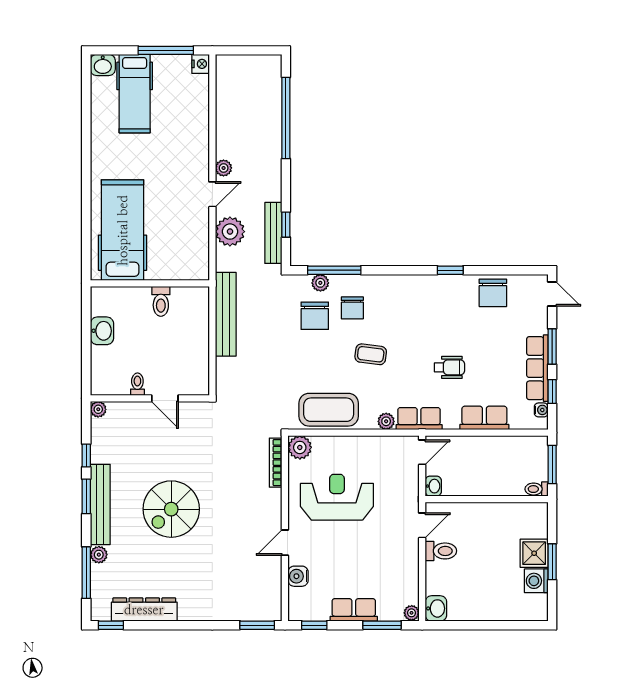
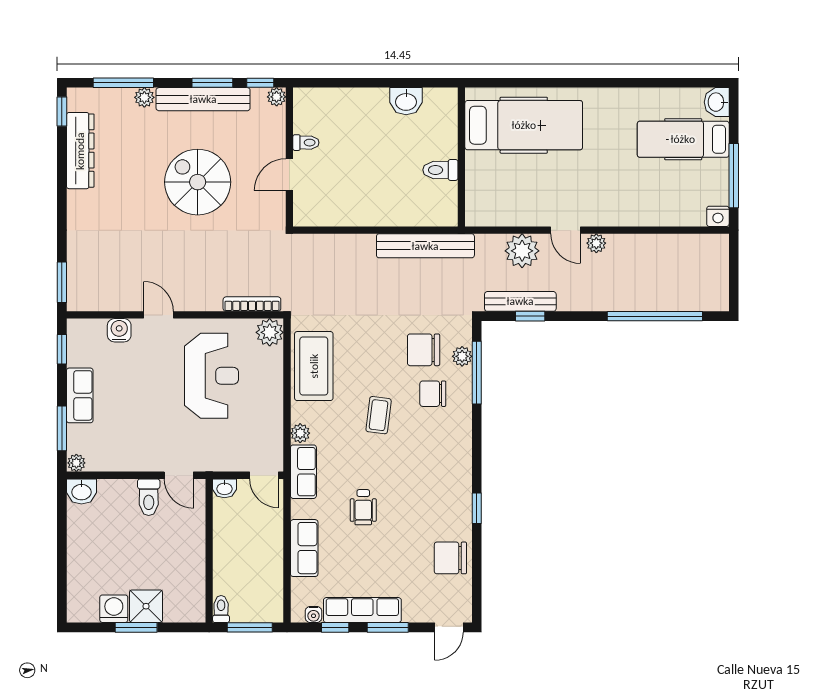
toilet: (137, 384) -> (306, 143), moved
wall: (150, 398) -> (289, 157), moved
door: (165, 398) -> (289, 175), moved
plant: (98, 409) -> (277, 97), moved

